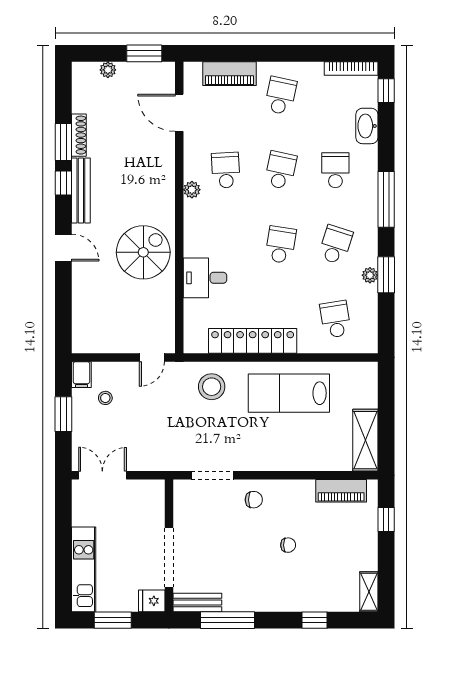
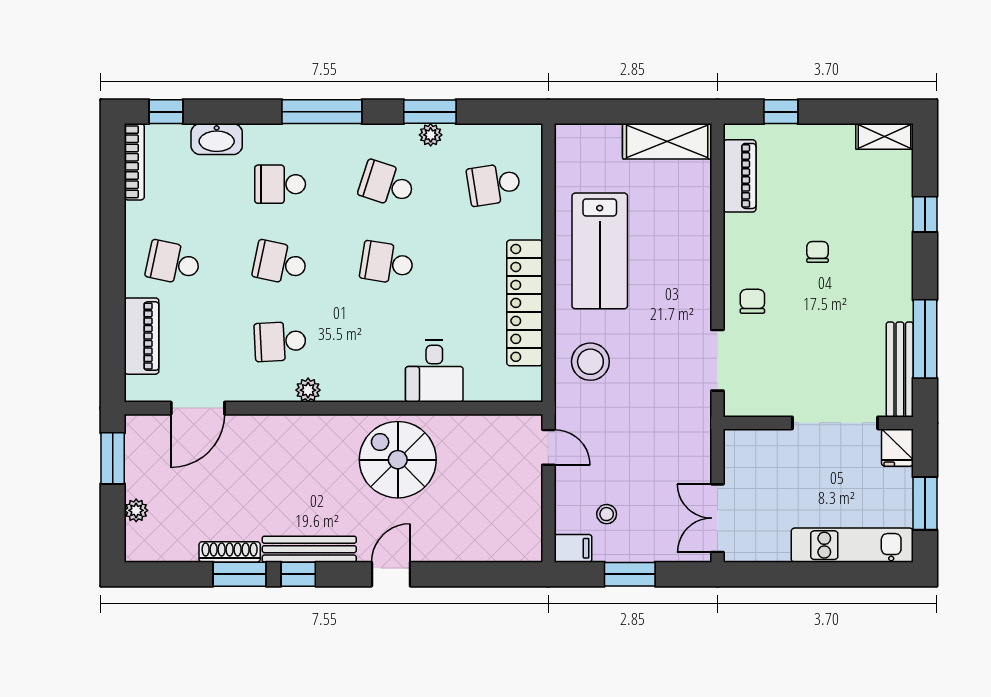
bench: (197, 602) -> (900, 369), width x1.36

